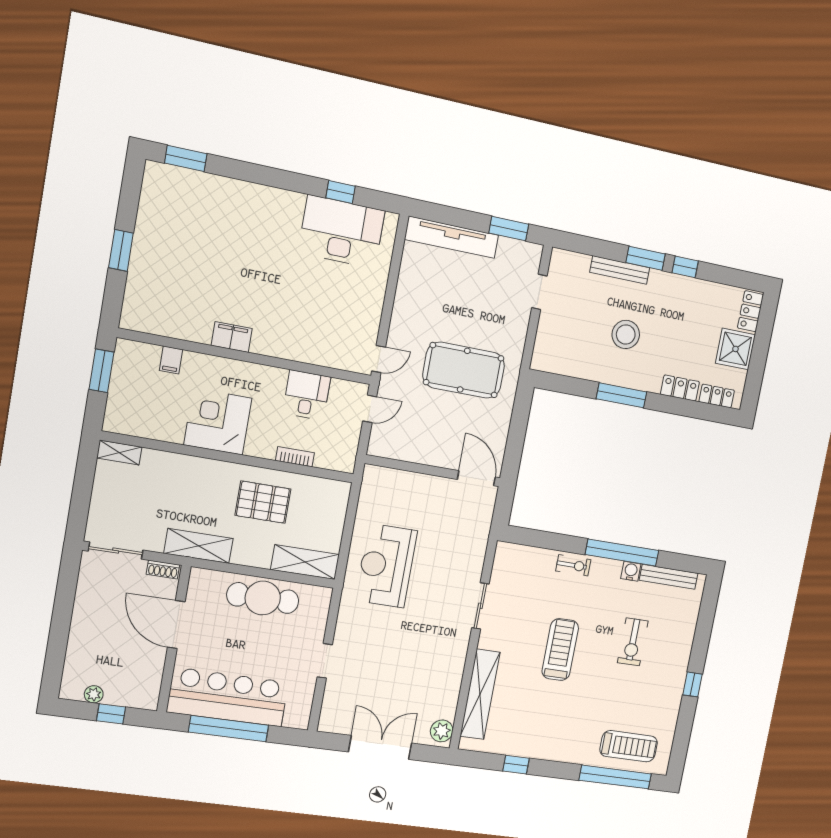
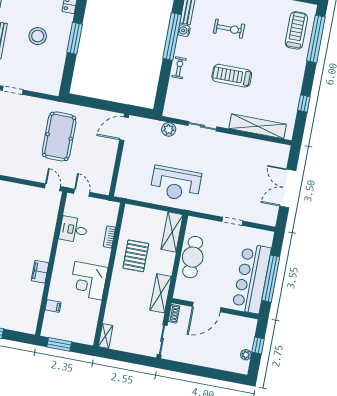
plant: (442, 731) -> (169, 129), moved

